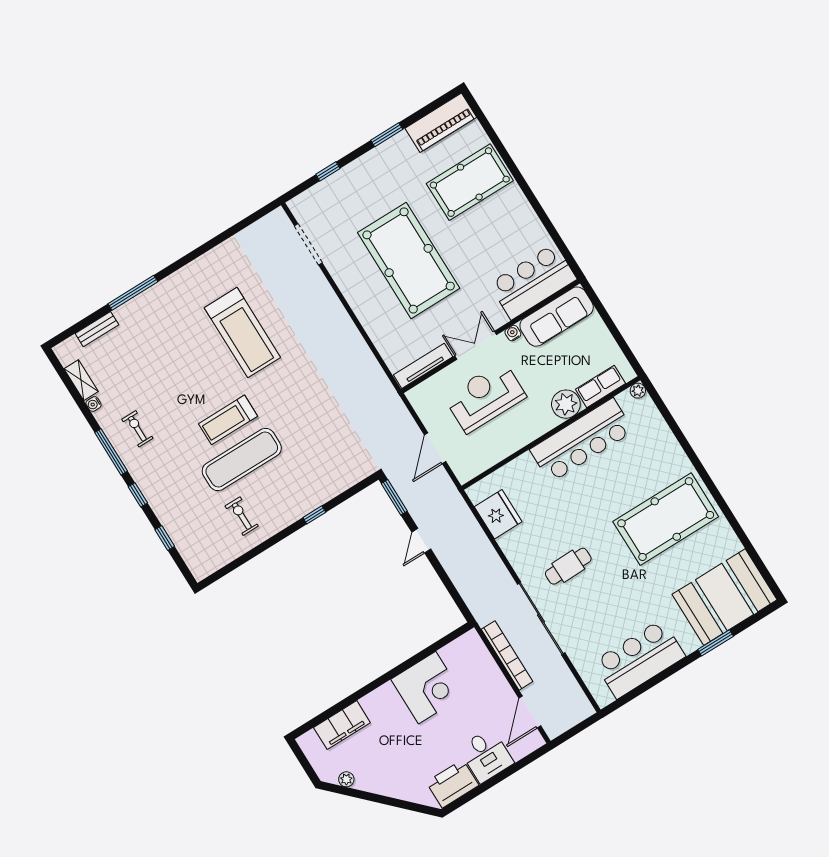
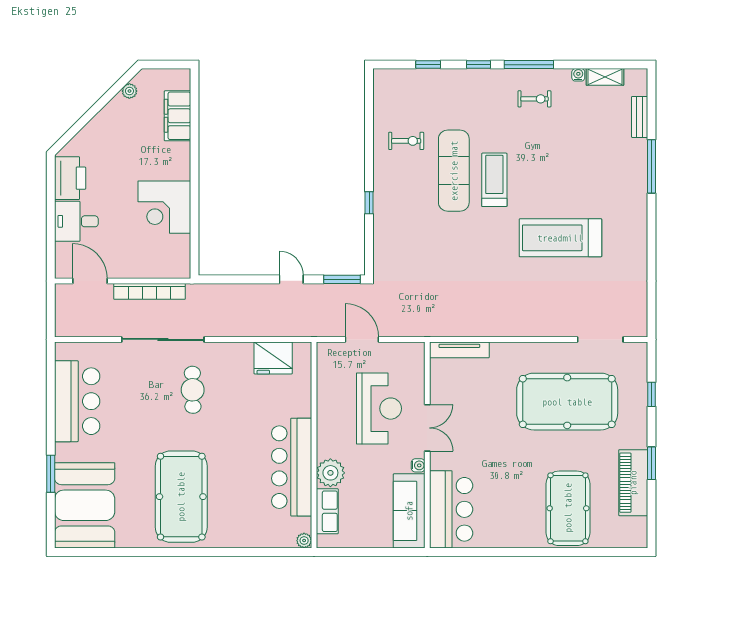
piano: (441, 123) -> (633, 483), moved
pool table: (409, 260) -> (567, 402), moved
tv unit: (423, 366) -> (459, 350), moved, turned 90

